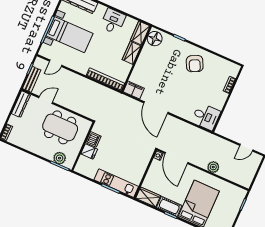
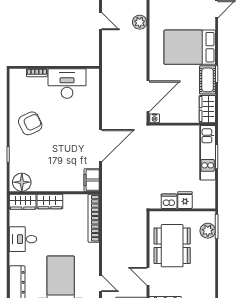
desk: (206, 117) -> (67, 84), moved, width x1.37
plant: (213, 167) -> (140, 22), moved

